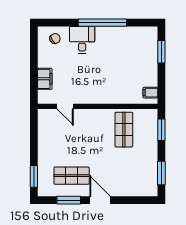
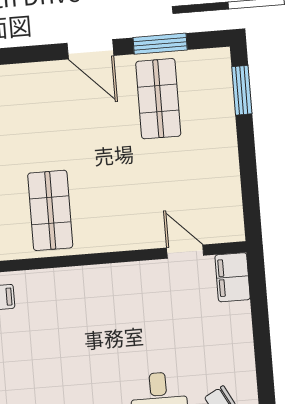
filing cabinet: (45, 79) -> (233, 277), moved
shop shelf: (72, 176) -> (158, 99), turned 90

